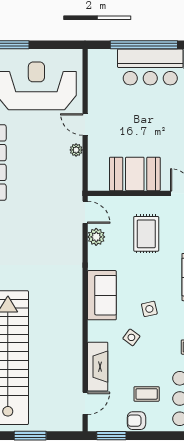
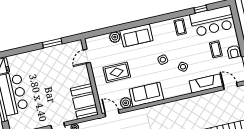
booth: (135, 174) -> (84, 101), moved
door: (85, 212) -> (112, 113), hinge flipped
sofa: (102, 295) -> (146, 94), moved

